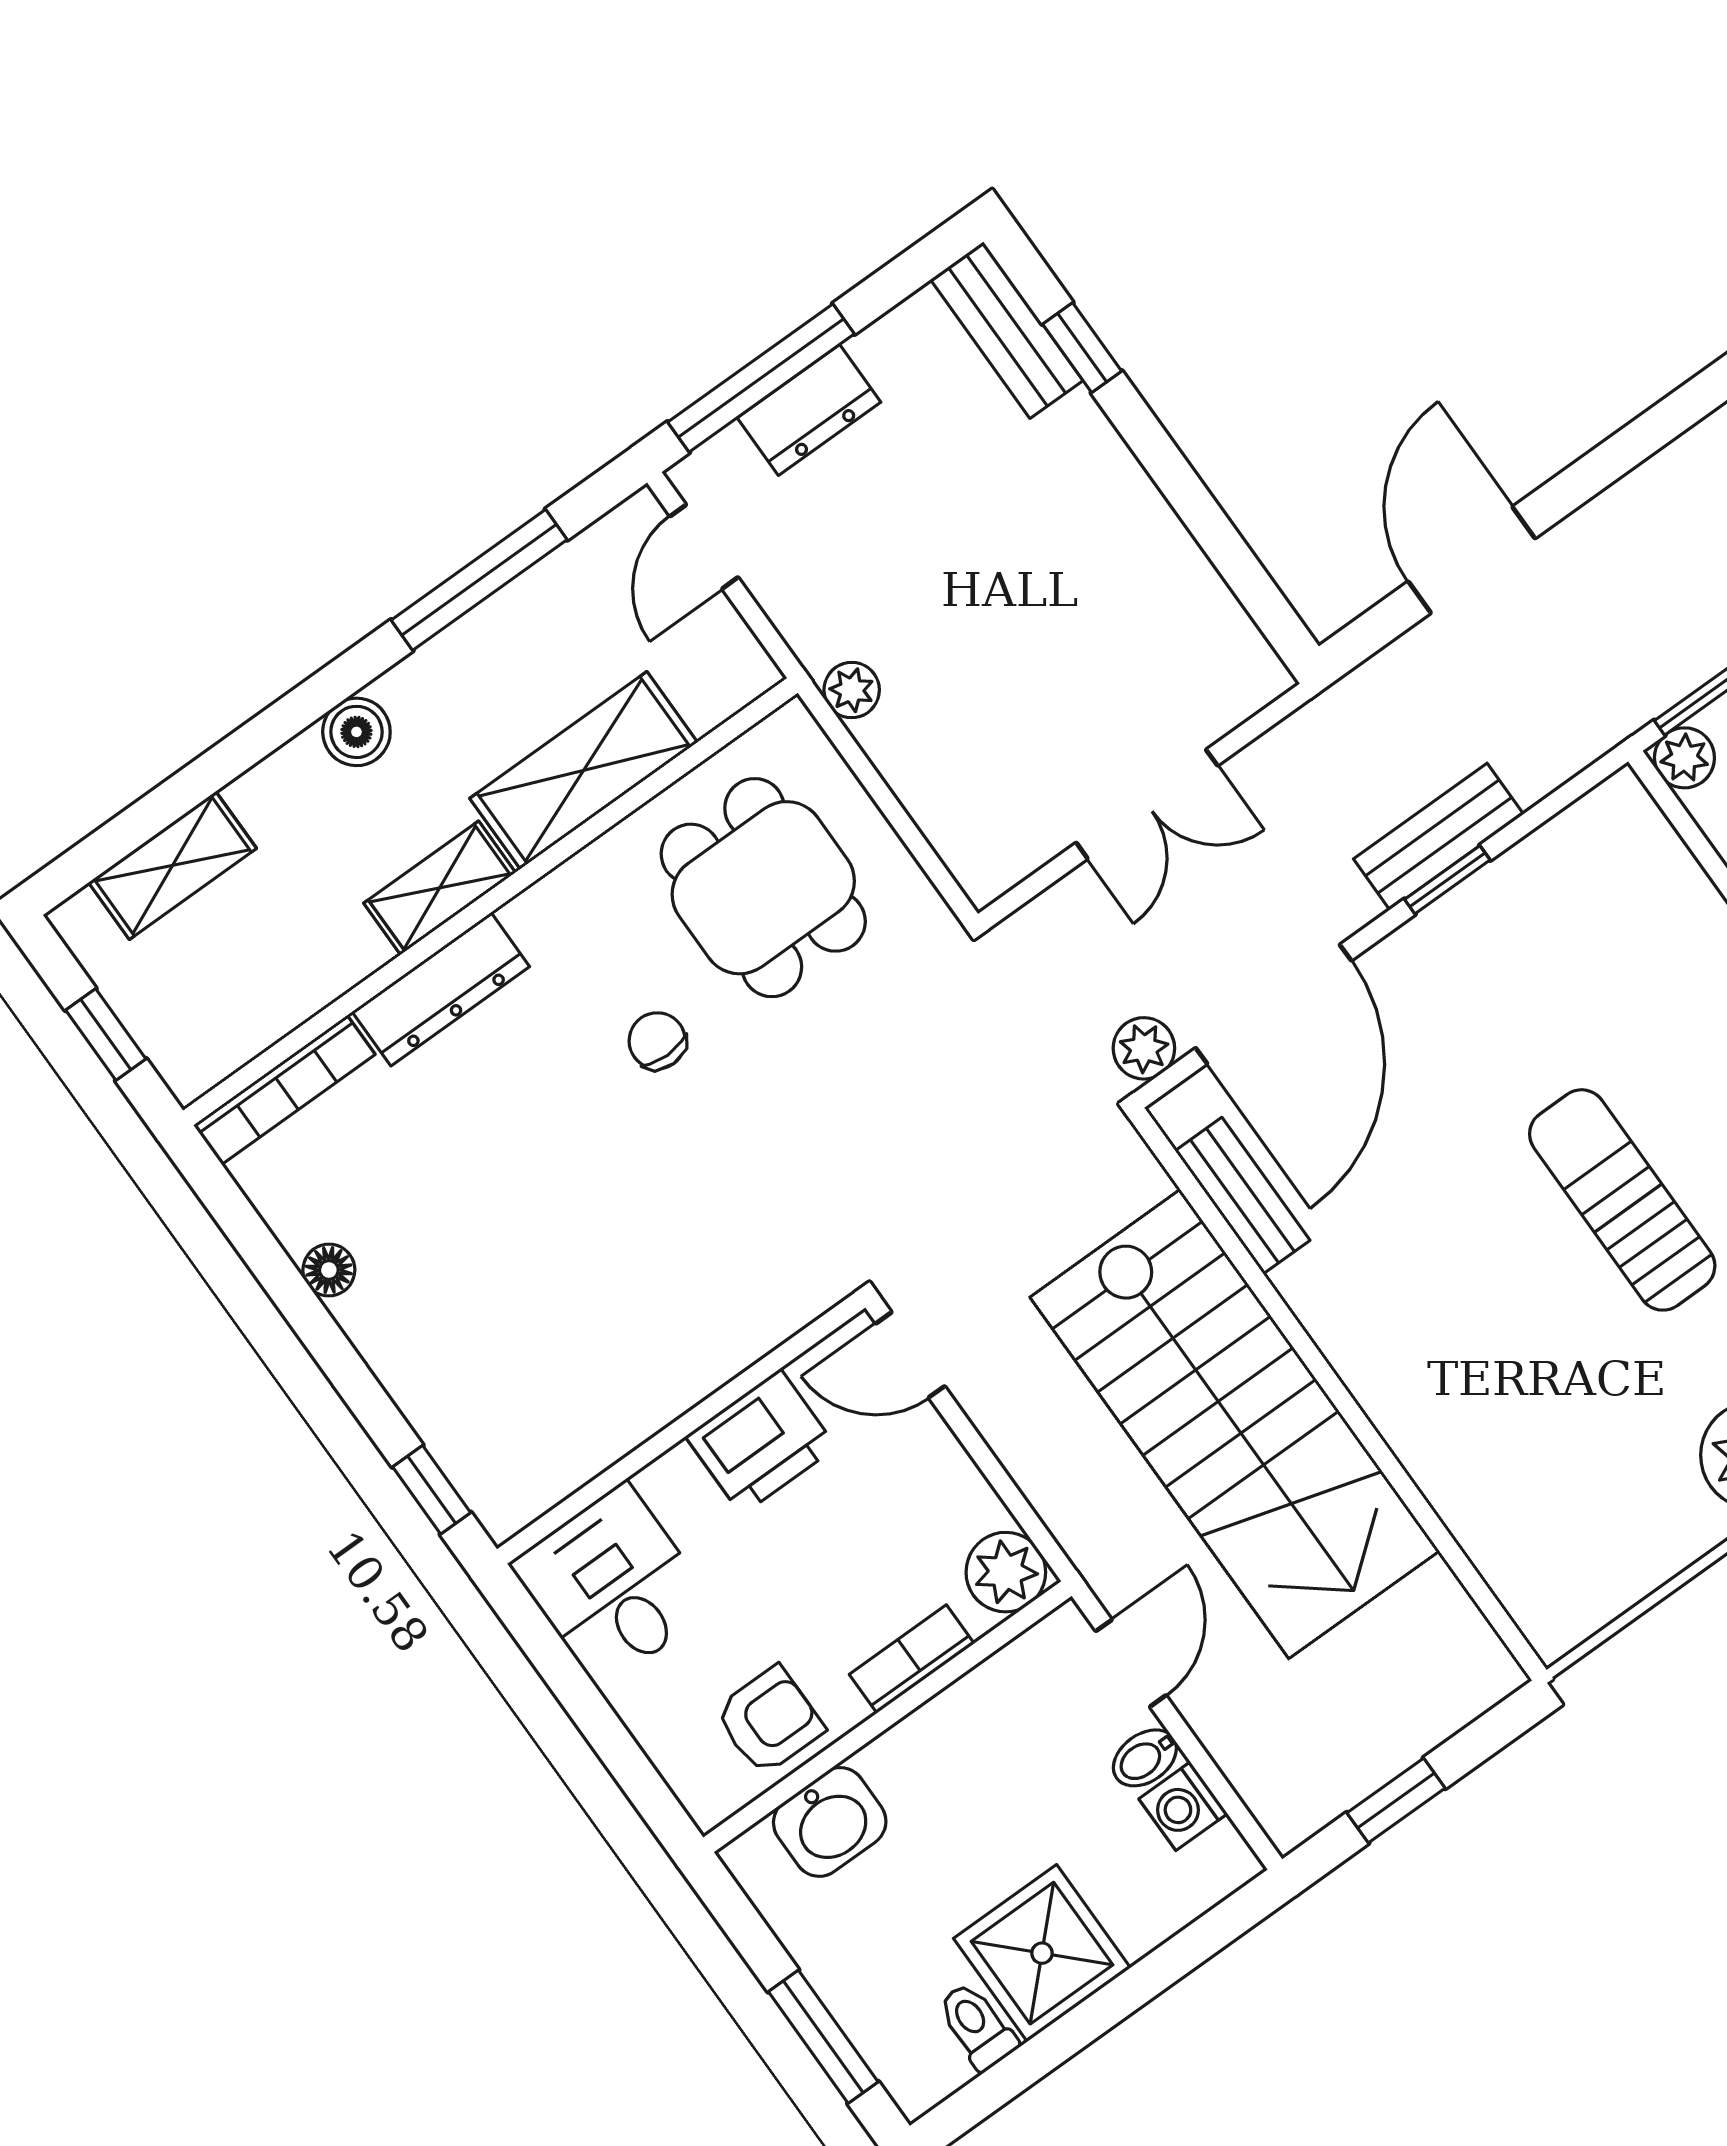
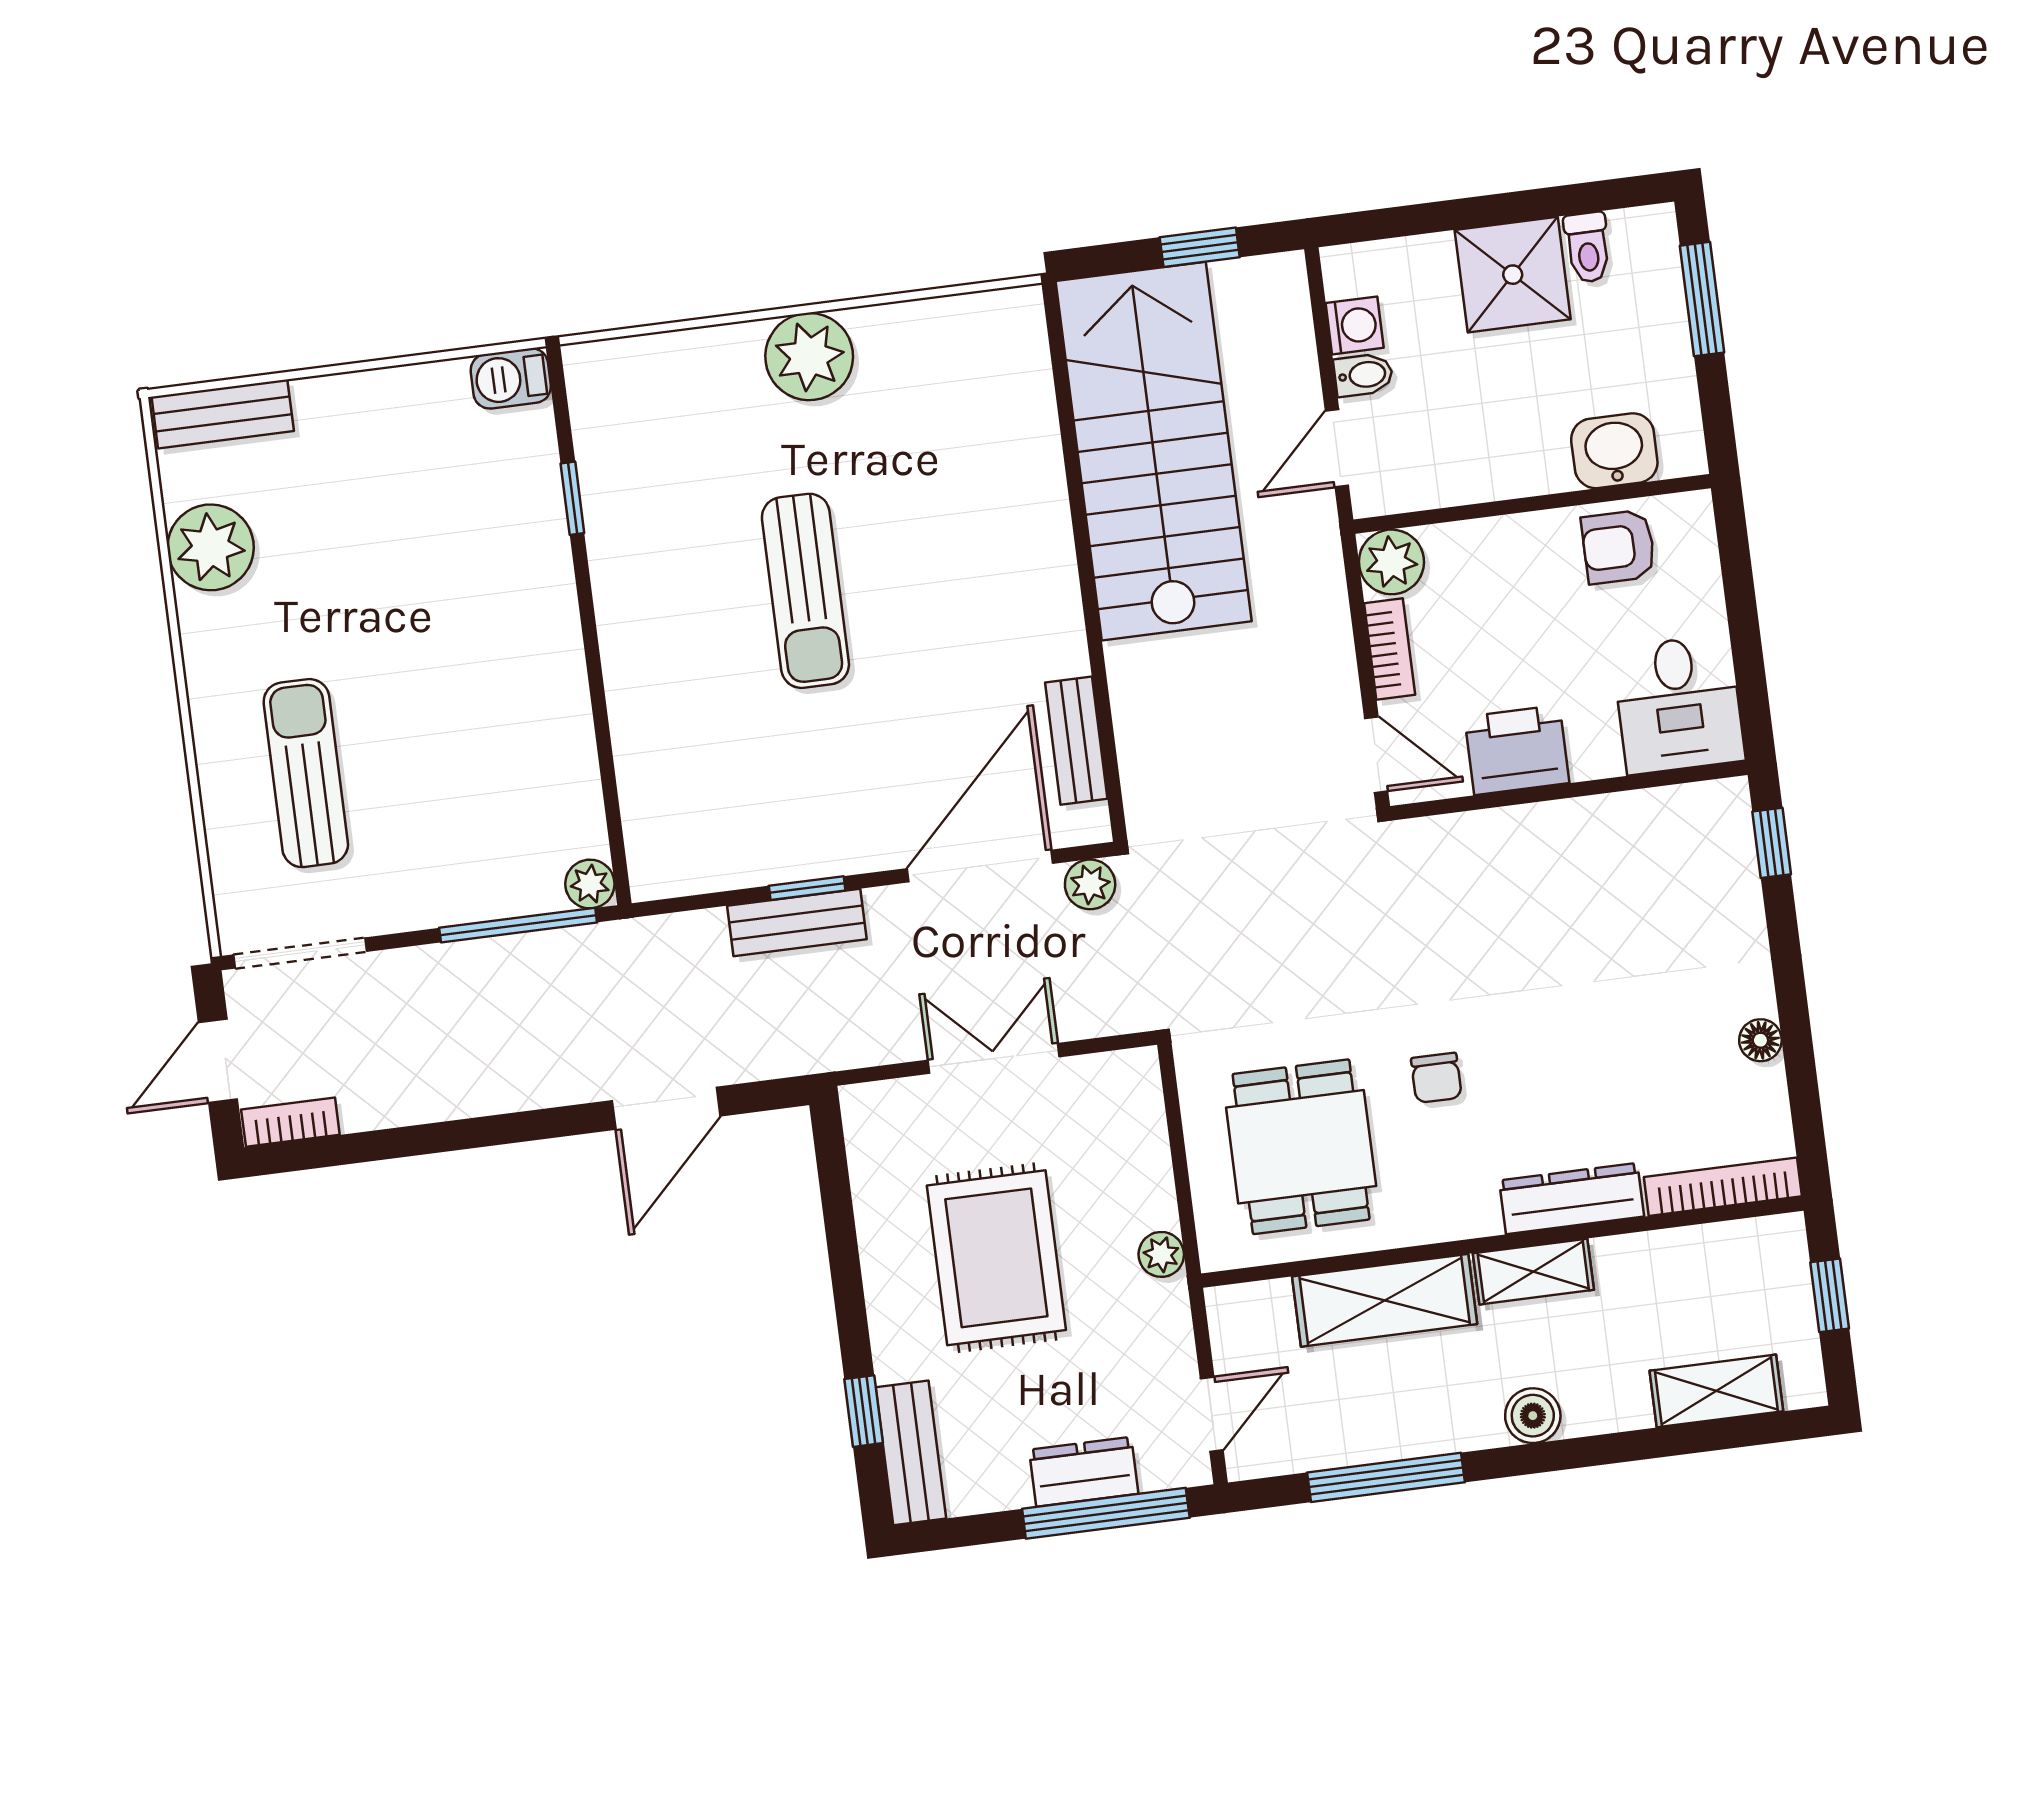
rug: (1028, 590) -> (996, 1258), added
stairs: (1235, 1424) -> (1154, 451), moved
bookcase: (912, 1659) -> (1390, 649), moved, turned -90

